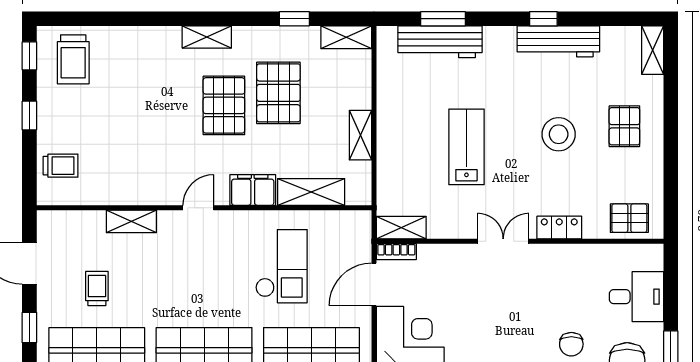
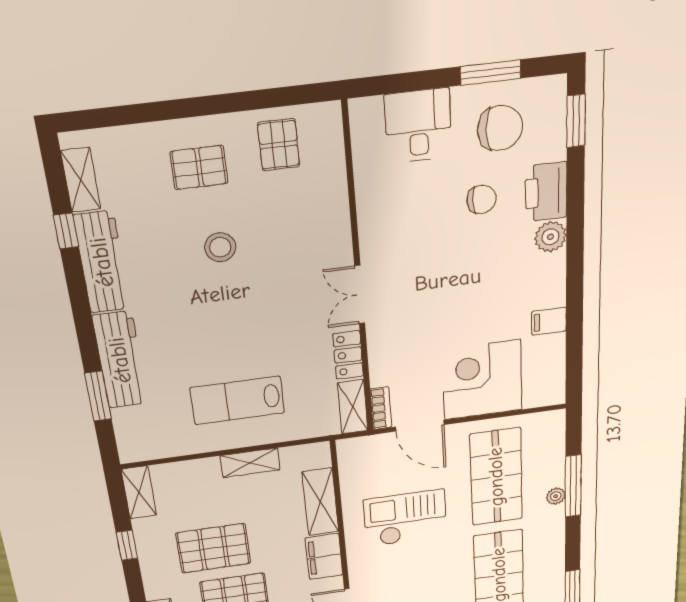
window: (543, 19) -> (66, 231), moved
workbench: (440, 42) -> (120, 360), moved
shelving: (653, 50) -> (81, 180), moved, turned 90
stool: (559, 134) -> (220, 247), width x0.73, depth x0.73
lab bench: (466, 147) -> (237, 400), moved
pallet: (629, 218) -> (279, 145), moved
locker: (559, 228) -> (348, 355), moved

